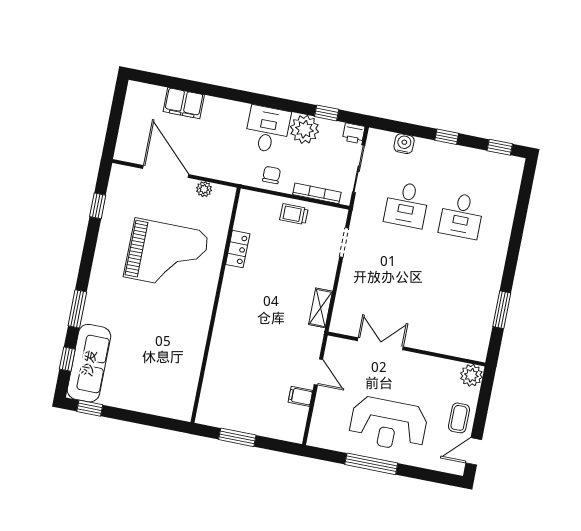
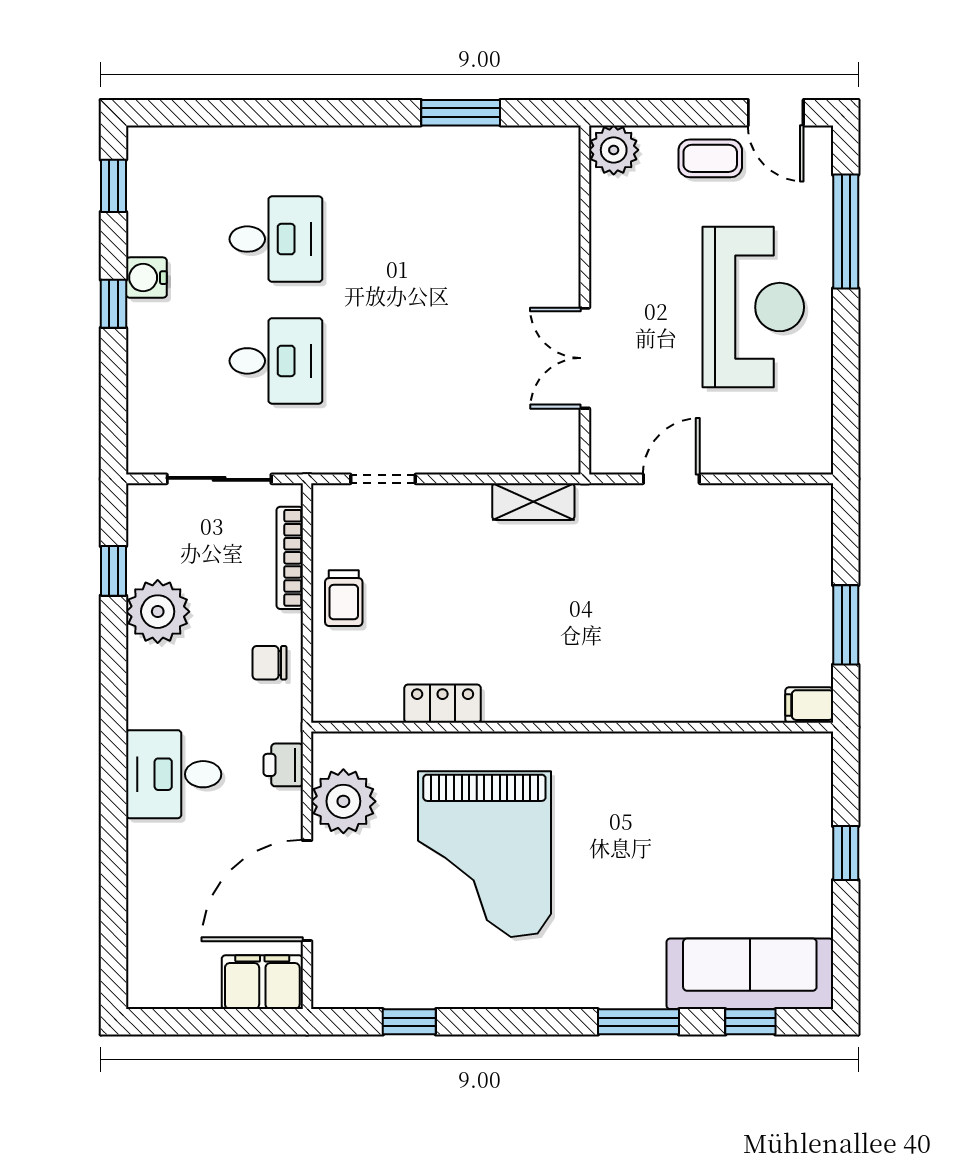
filing cabinet: (184, 103) -> (262, 982), moved, turned -90
desk: (267, 129) -> (174, 774), moved
printer: (354, 133) -> (283, 765), moved, turned 180
water cooler: (404, 144) -> (146, 278), moved
plant: (204, 189) -> (343, 801), width x1.87, depth x1.87
grand piano: (166, 255) -> (484, 854), turned 180
filing cabinet: (300, 396) -> (809, 705), moved, turned 90
window: (90, 408) -> (846, 853), moved
window: (371, 464) -> (846, 231), moved

